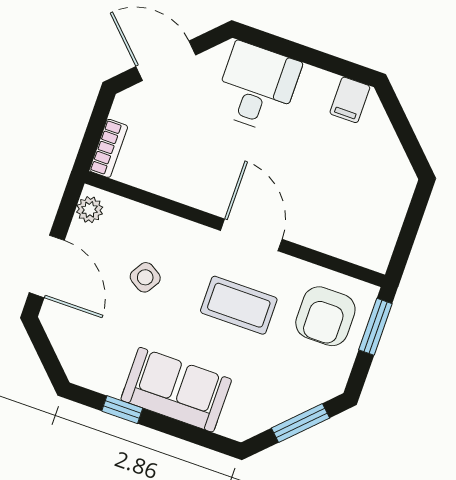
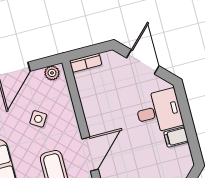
filing cabinet: (350, 100) -> (176, 137), moved

